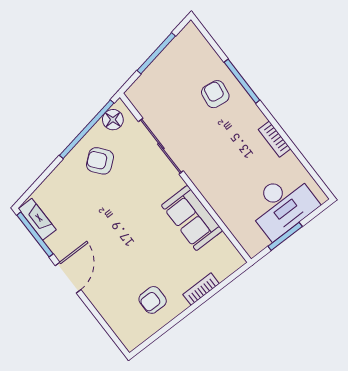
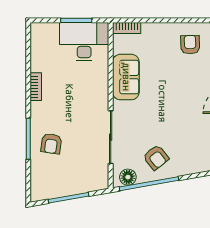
desk: (282, 205) -> (84, 42), moved
bookcase: (201, 289) -> (127, 28), moved
armchair: (153, 300) -> (190, 45), turned -92

